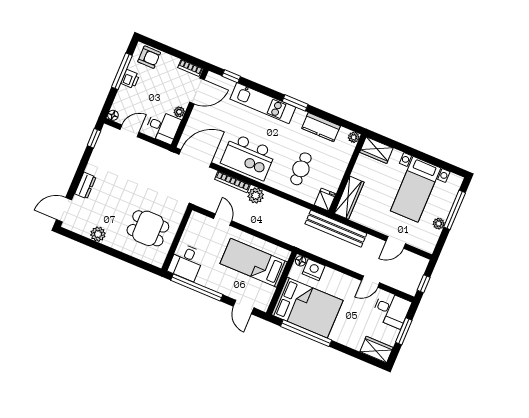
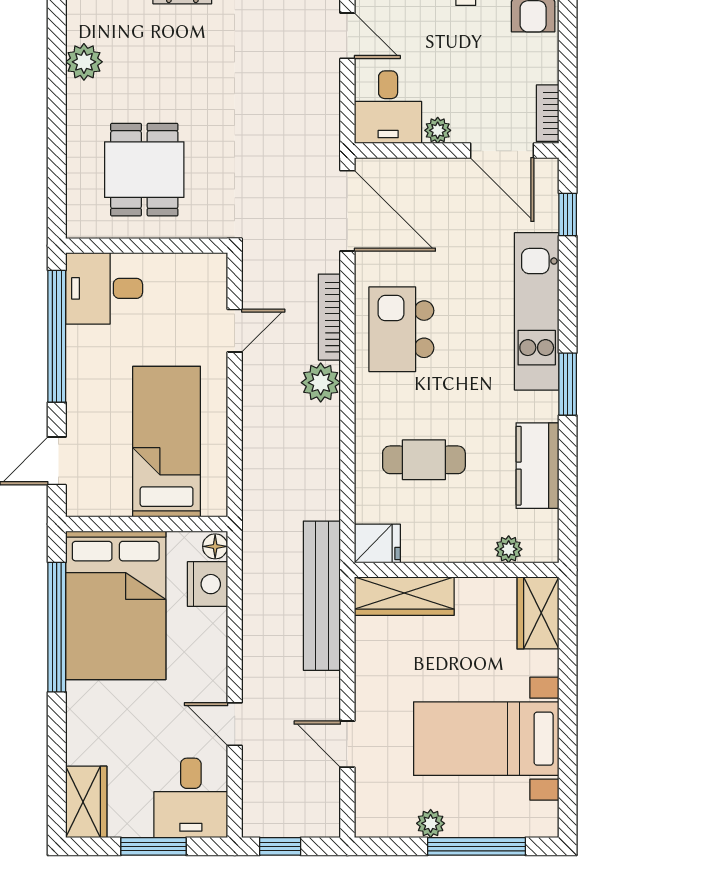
plant: (354, 137) -> (509, 549), moved
kitchen island: (248, 157) -> (401, 329), width x0.73, depth x0.78

